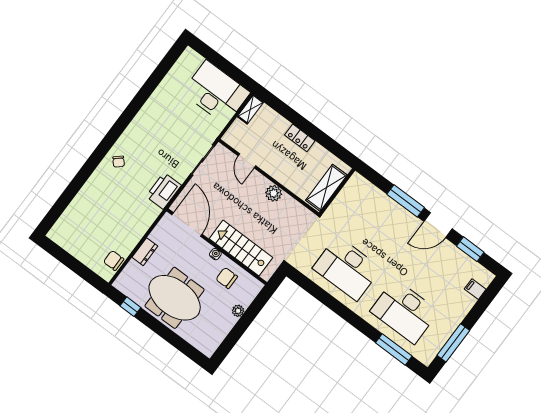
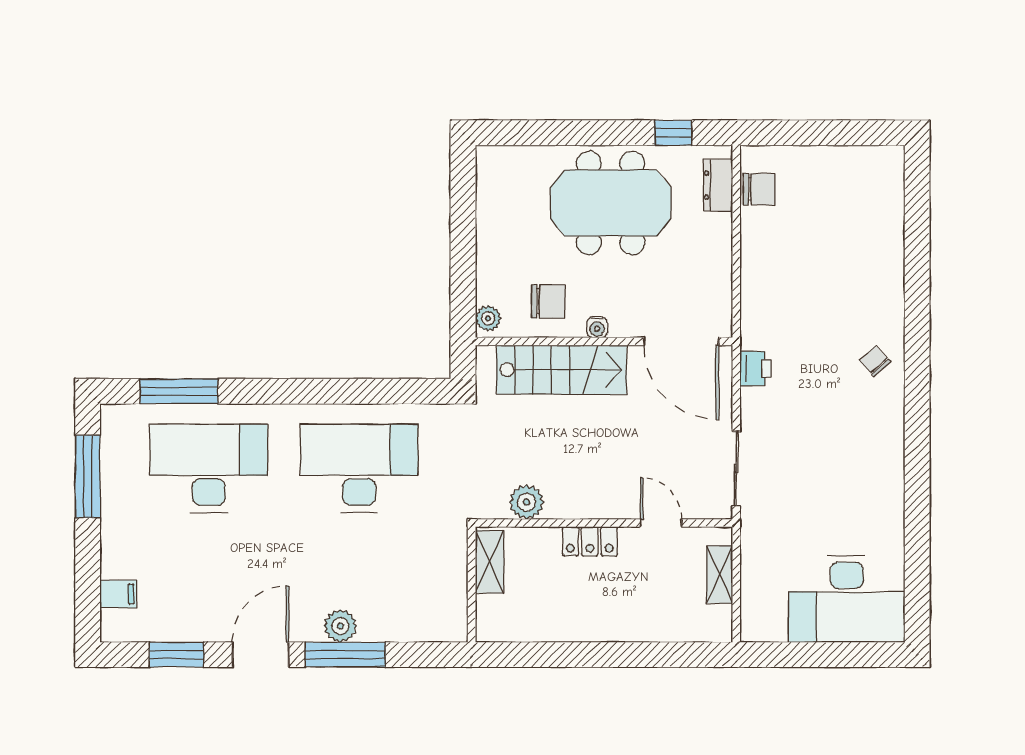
desk: (216, 92) -> (847, 599), moved
shelving: (250, 109) -> (720, 575), moved
locker: (300, 138) -> (590, 541), moved, turned 180
shelving: (326, 188) -> (490, 562), width x0.67, depth x0.75
printer: (164, 191) -> (755, 368), width x0.53, depth x0.68
plant: (274, 193) -> (527, 502), moved
plant: (399, 213) -> (340, 626), added
dresser: (145, 252) -> (718, 185), moved
plant: (238, 311) -> (488, 318), moved

